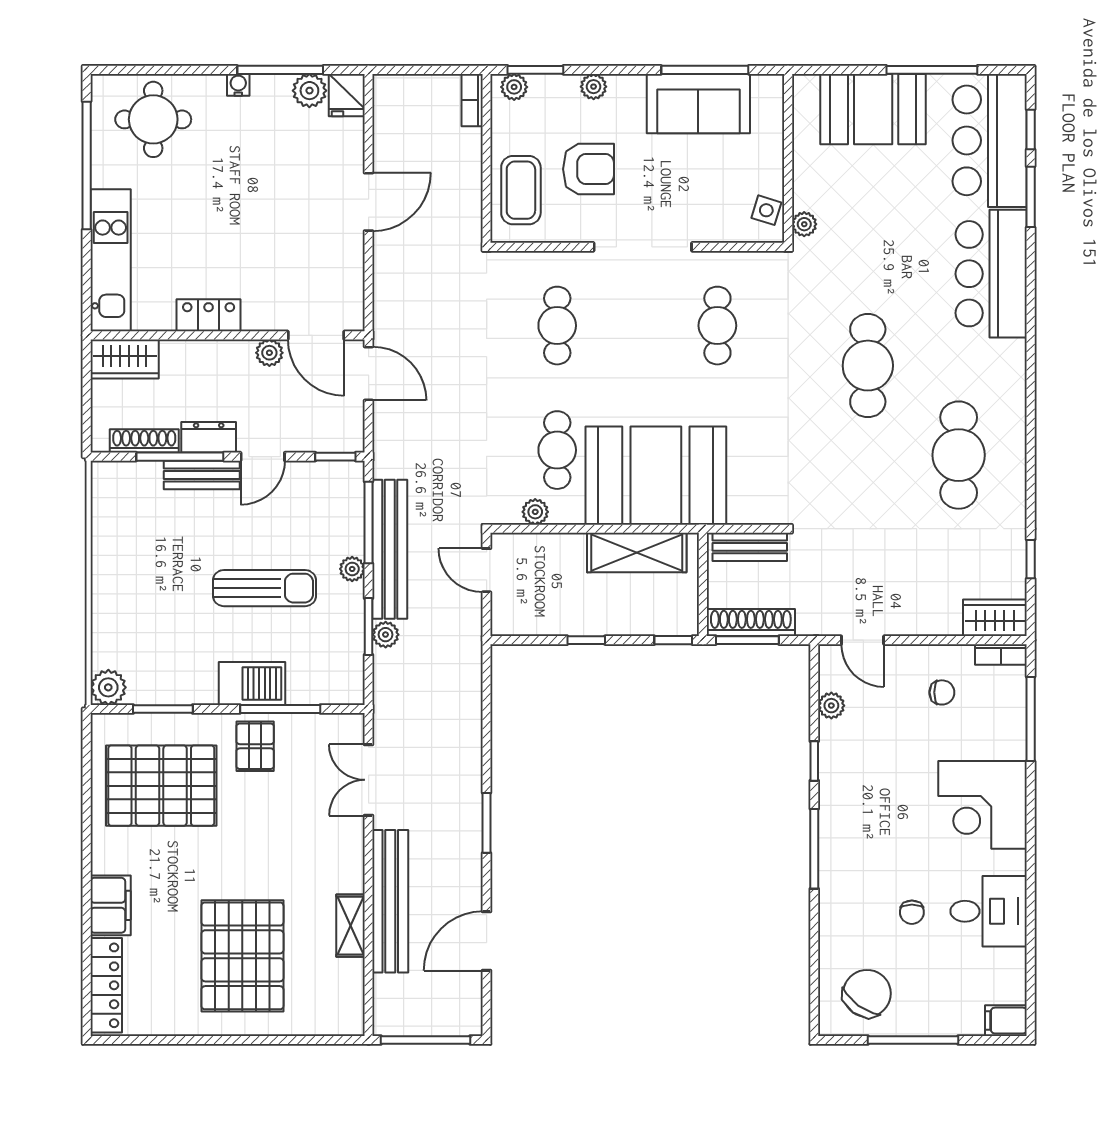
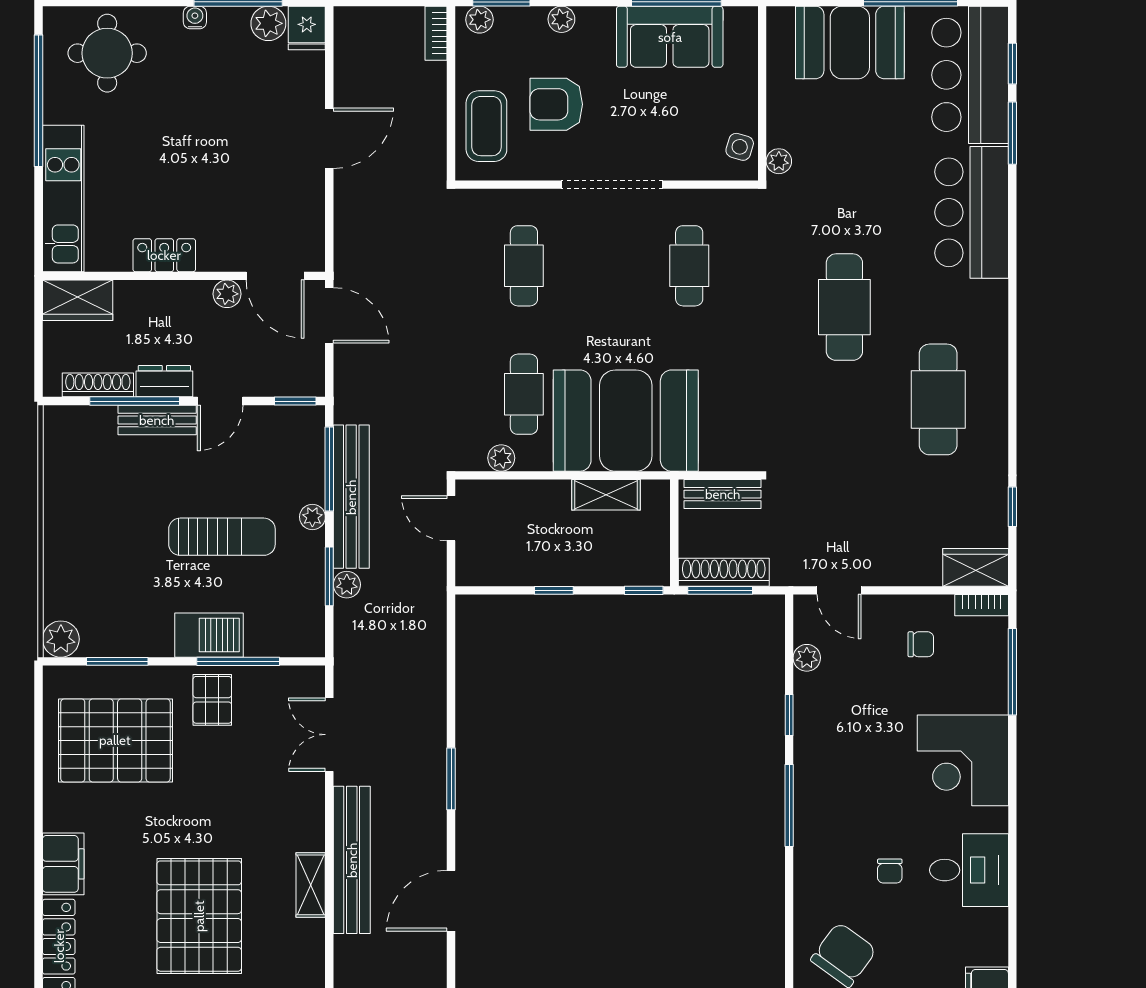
armchair: (588, 169) -> (556, 104), turned 180
shelving: (637, 552) -> (606, 495), width x0.67, depth x0.75

